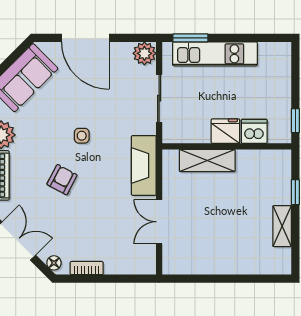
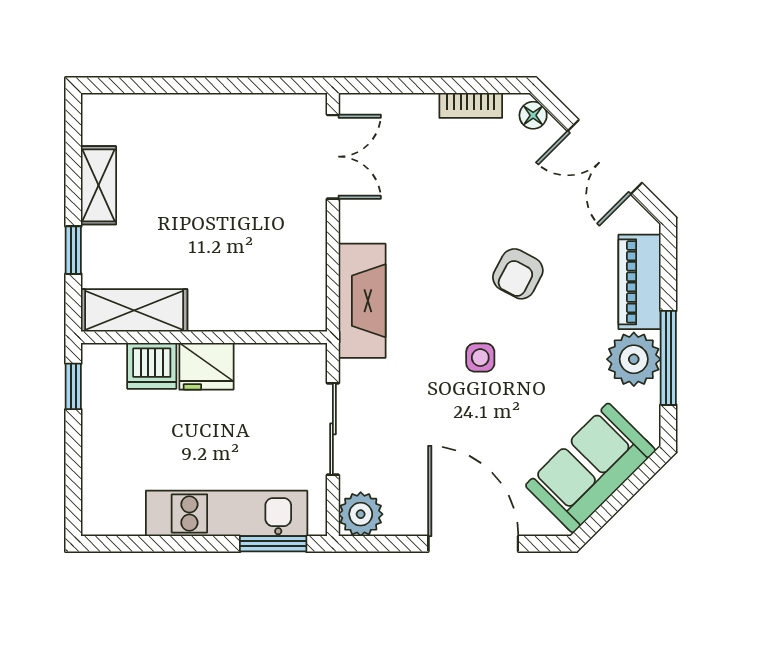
shelving: (207, 161) -> (134, 310), moved
double door: (159, 222) -> (333, 157), moved

